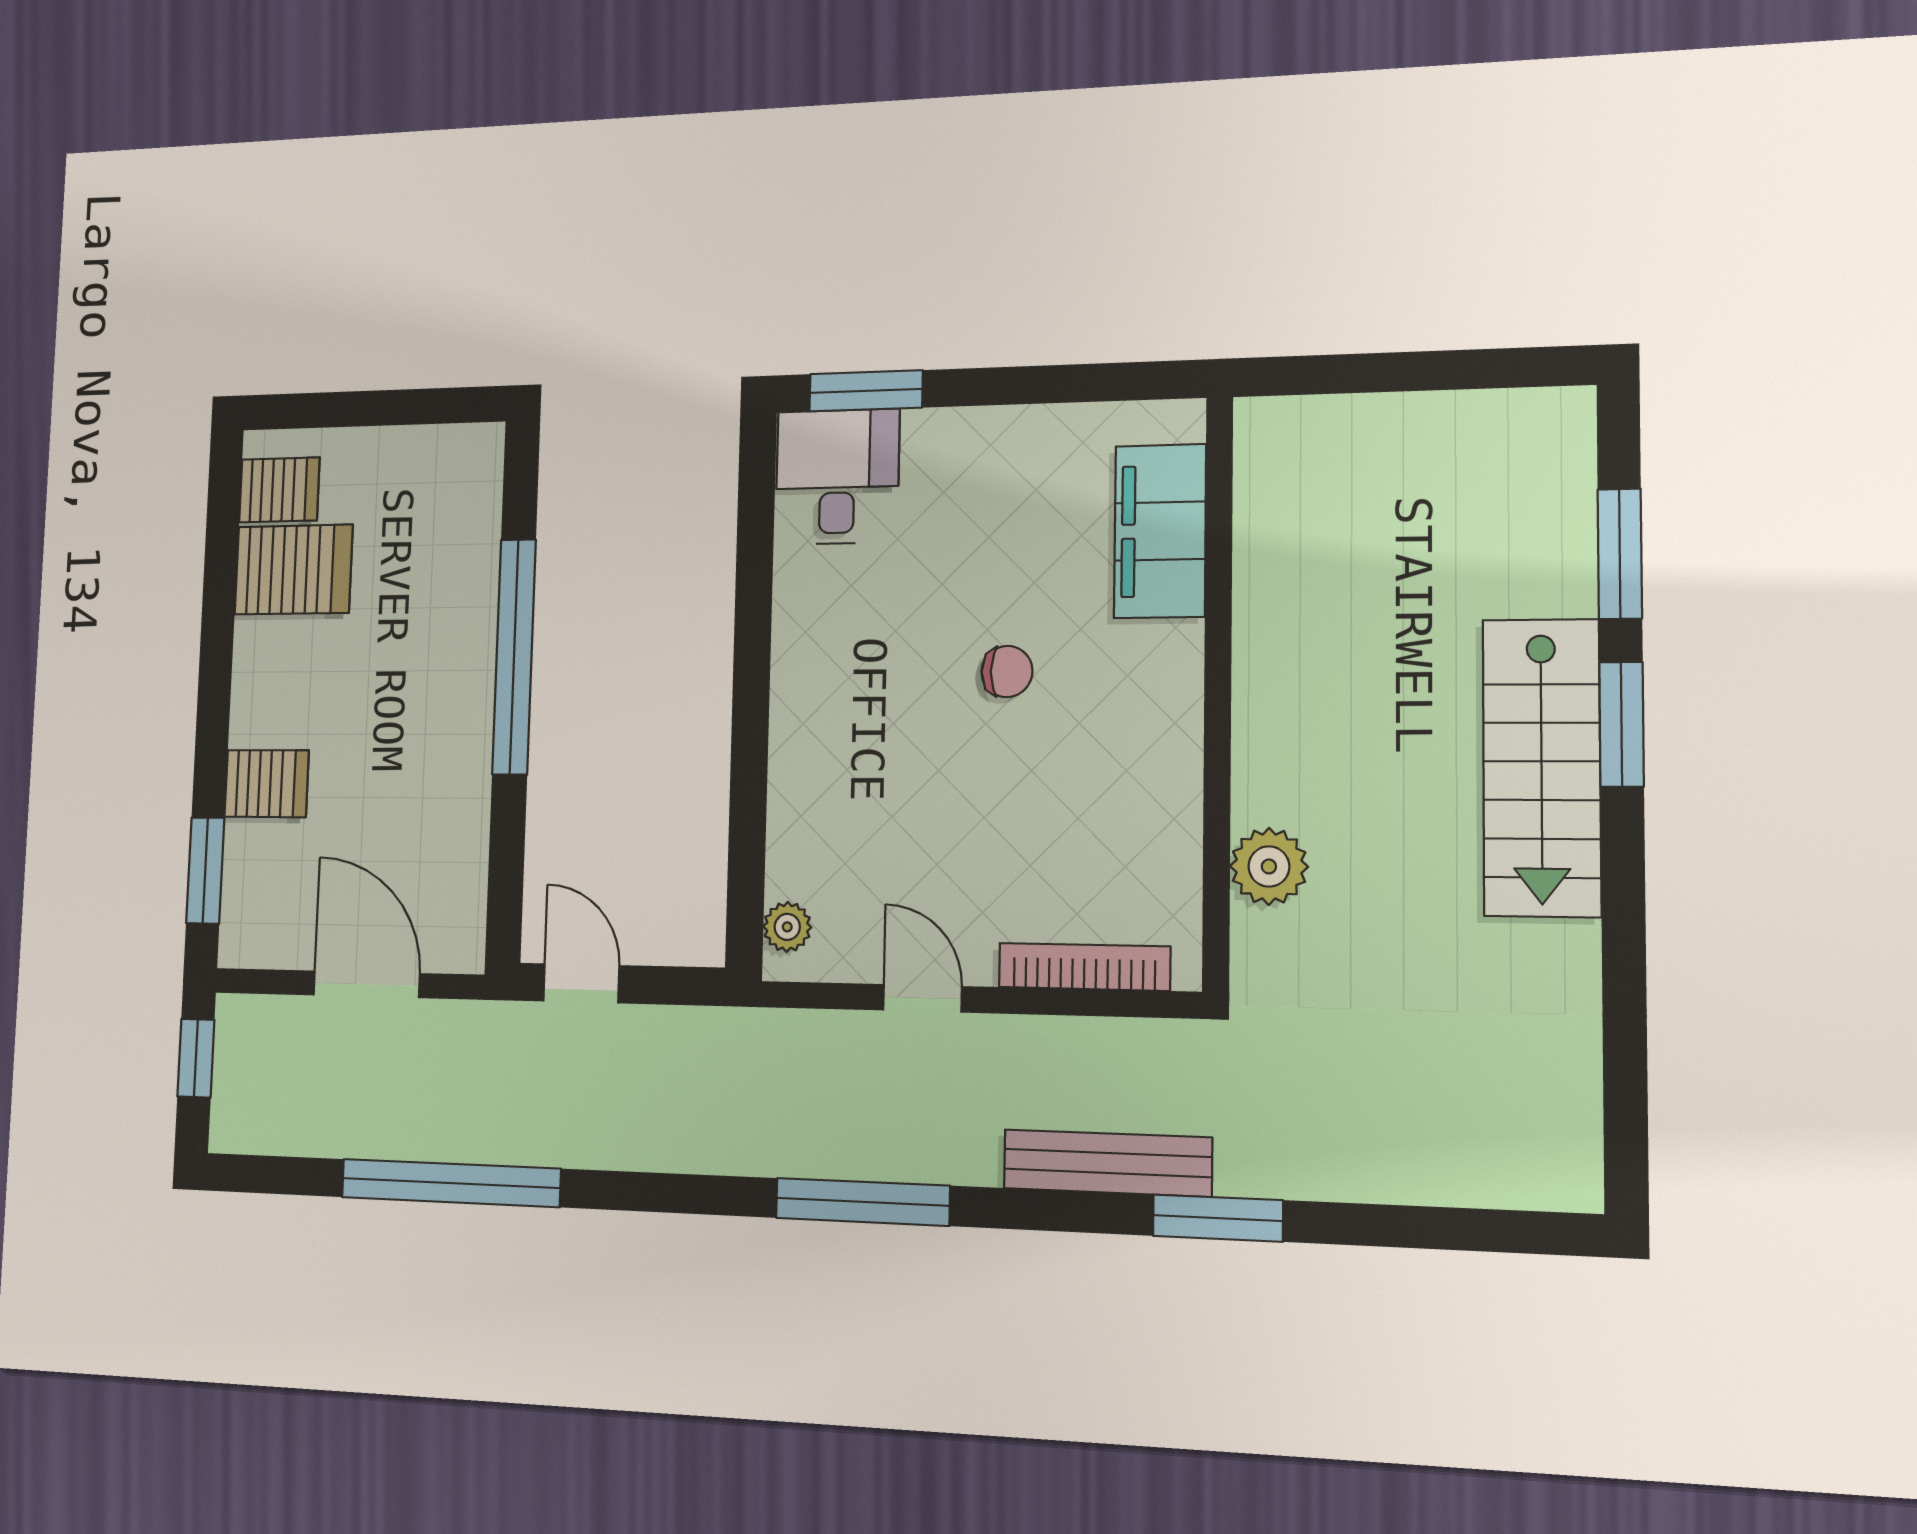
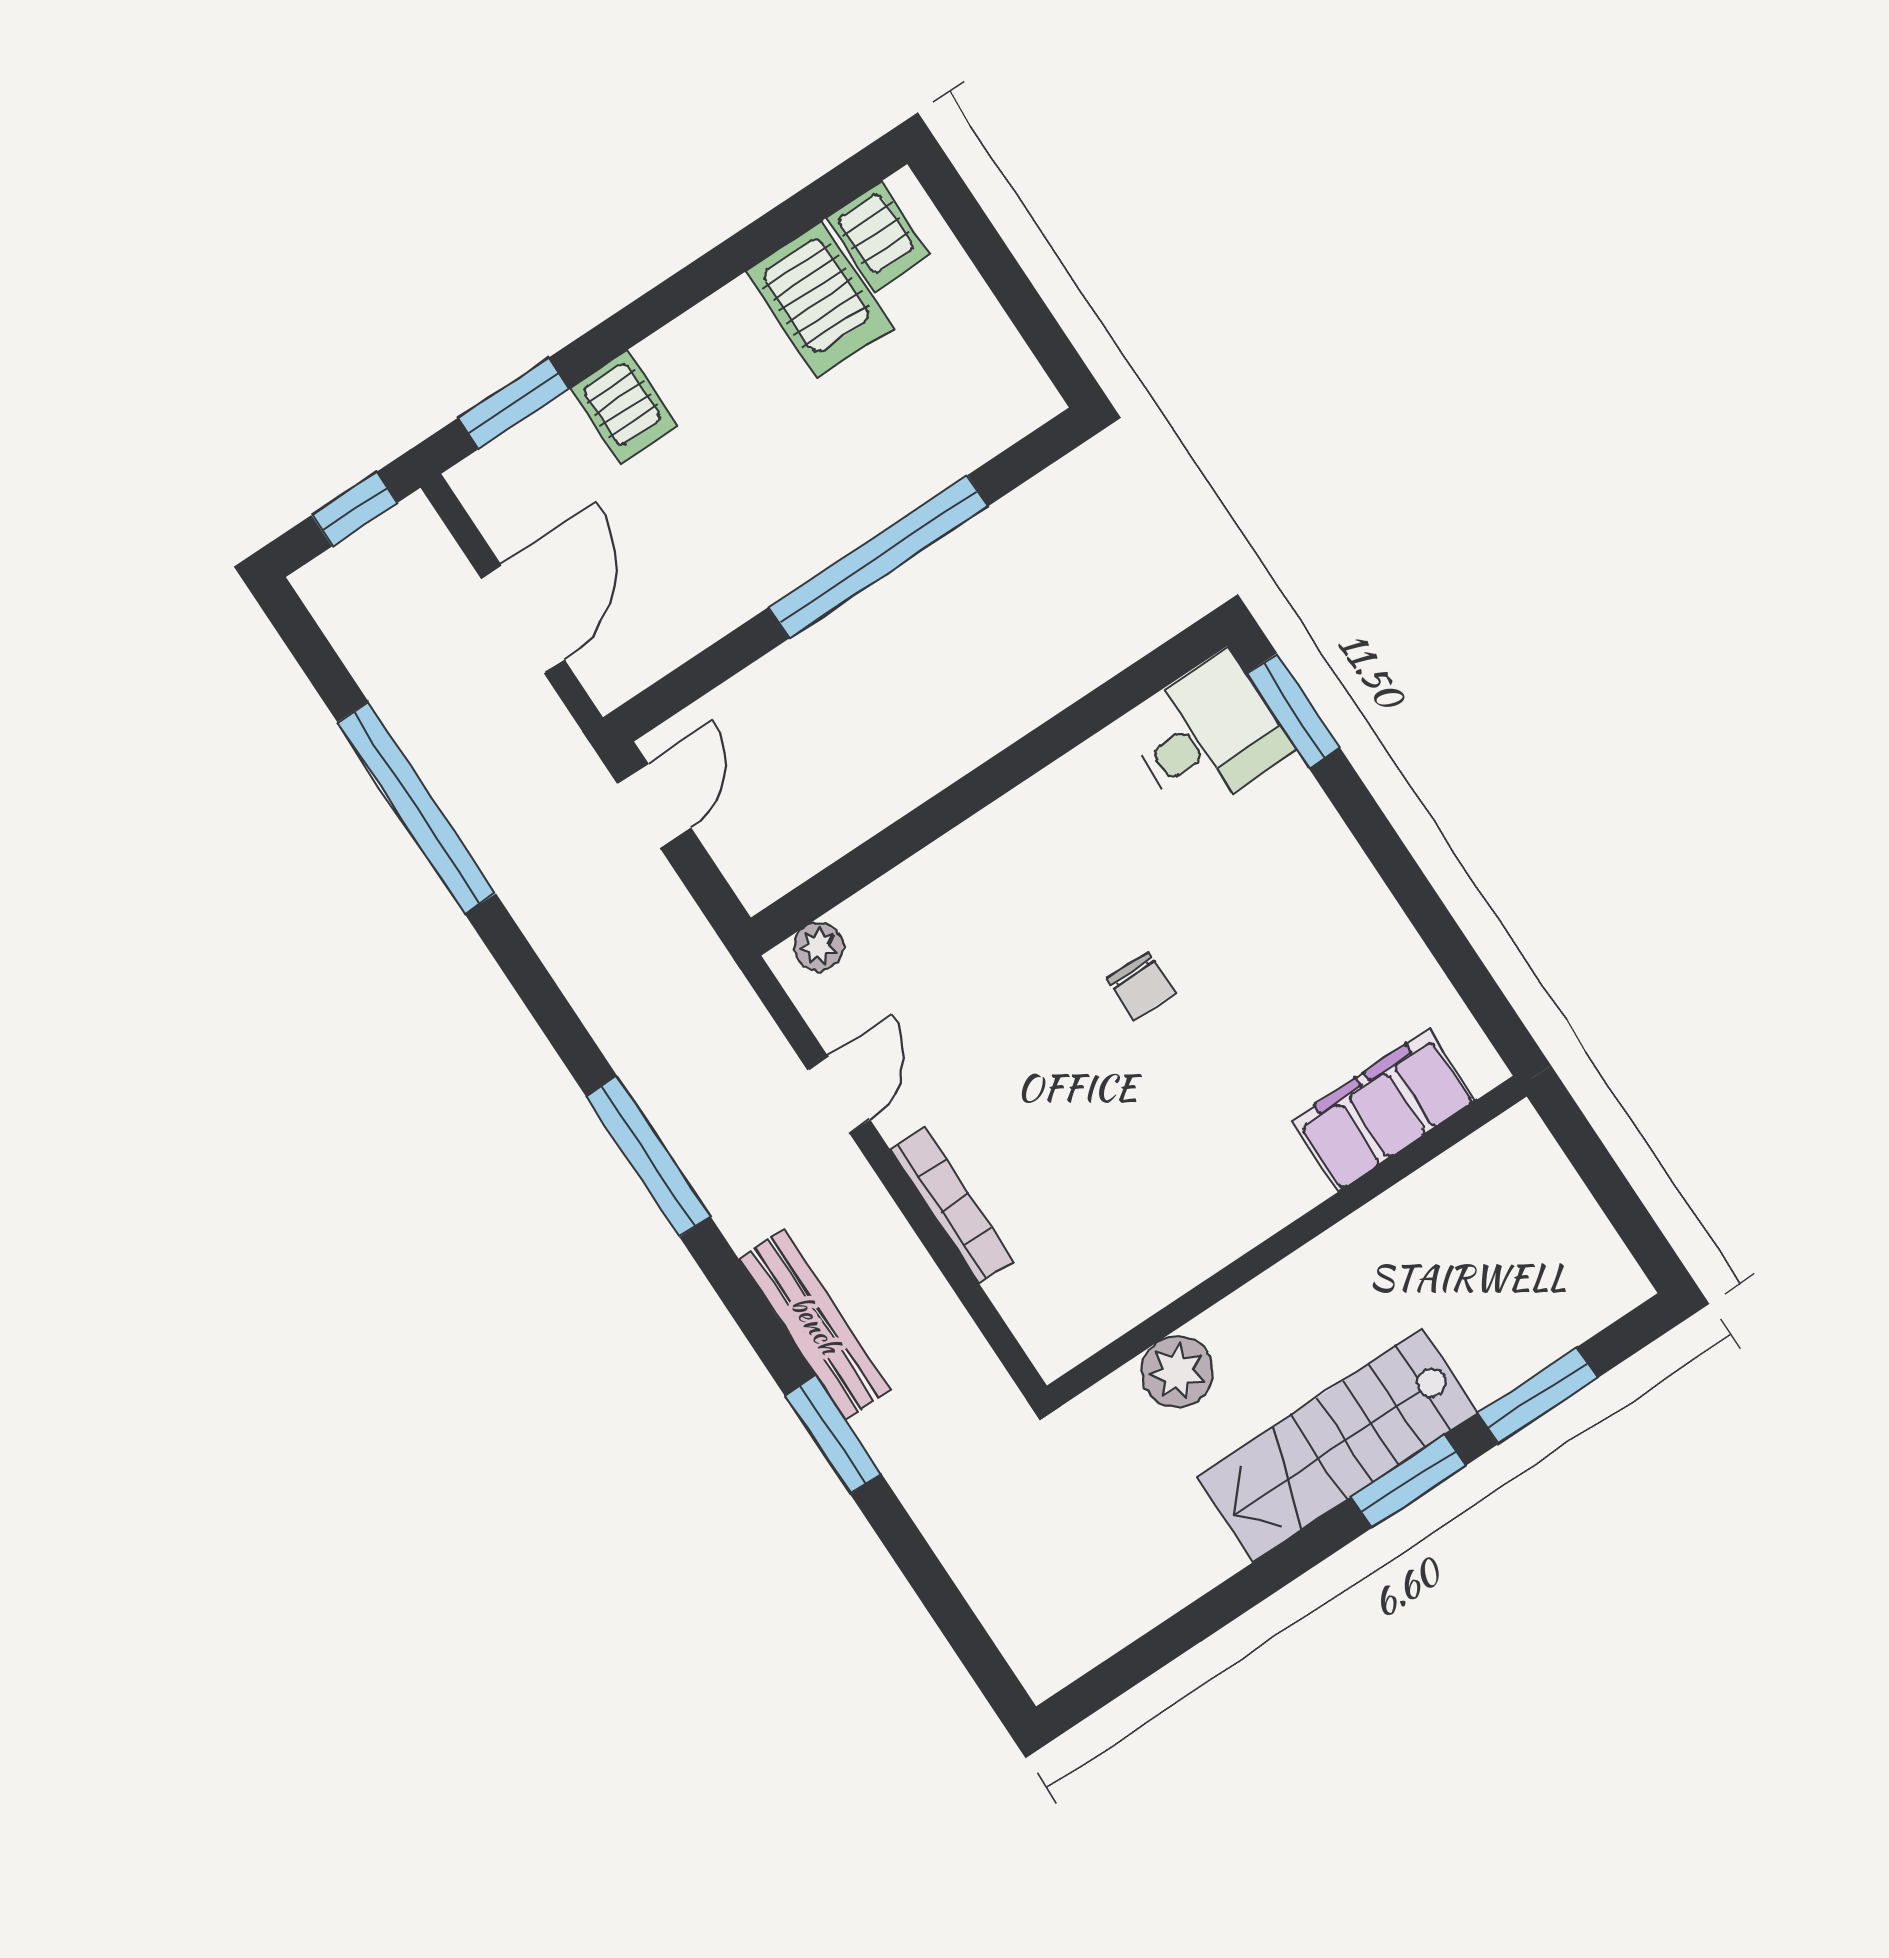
filing cabinet: (1160, 531) -> (1384, 1110), moved
wall: (1218, 691) -> (1287, 1241), moved
plant: (1269, 866) -> (1177, 1372), moved

